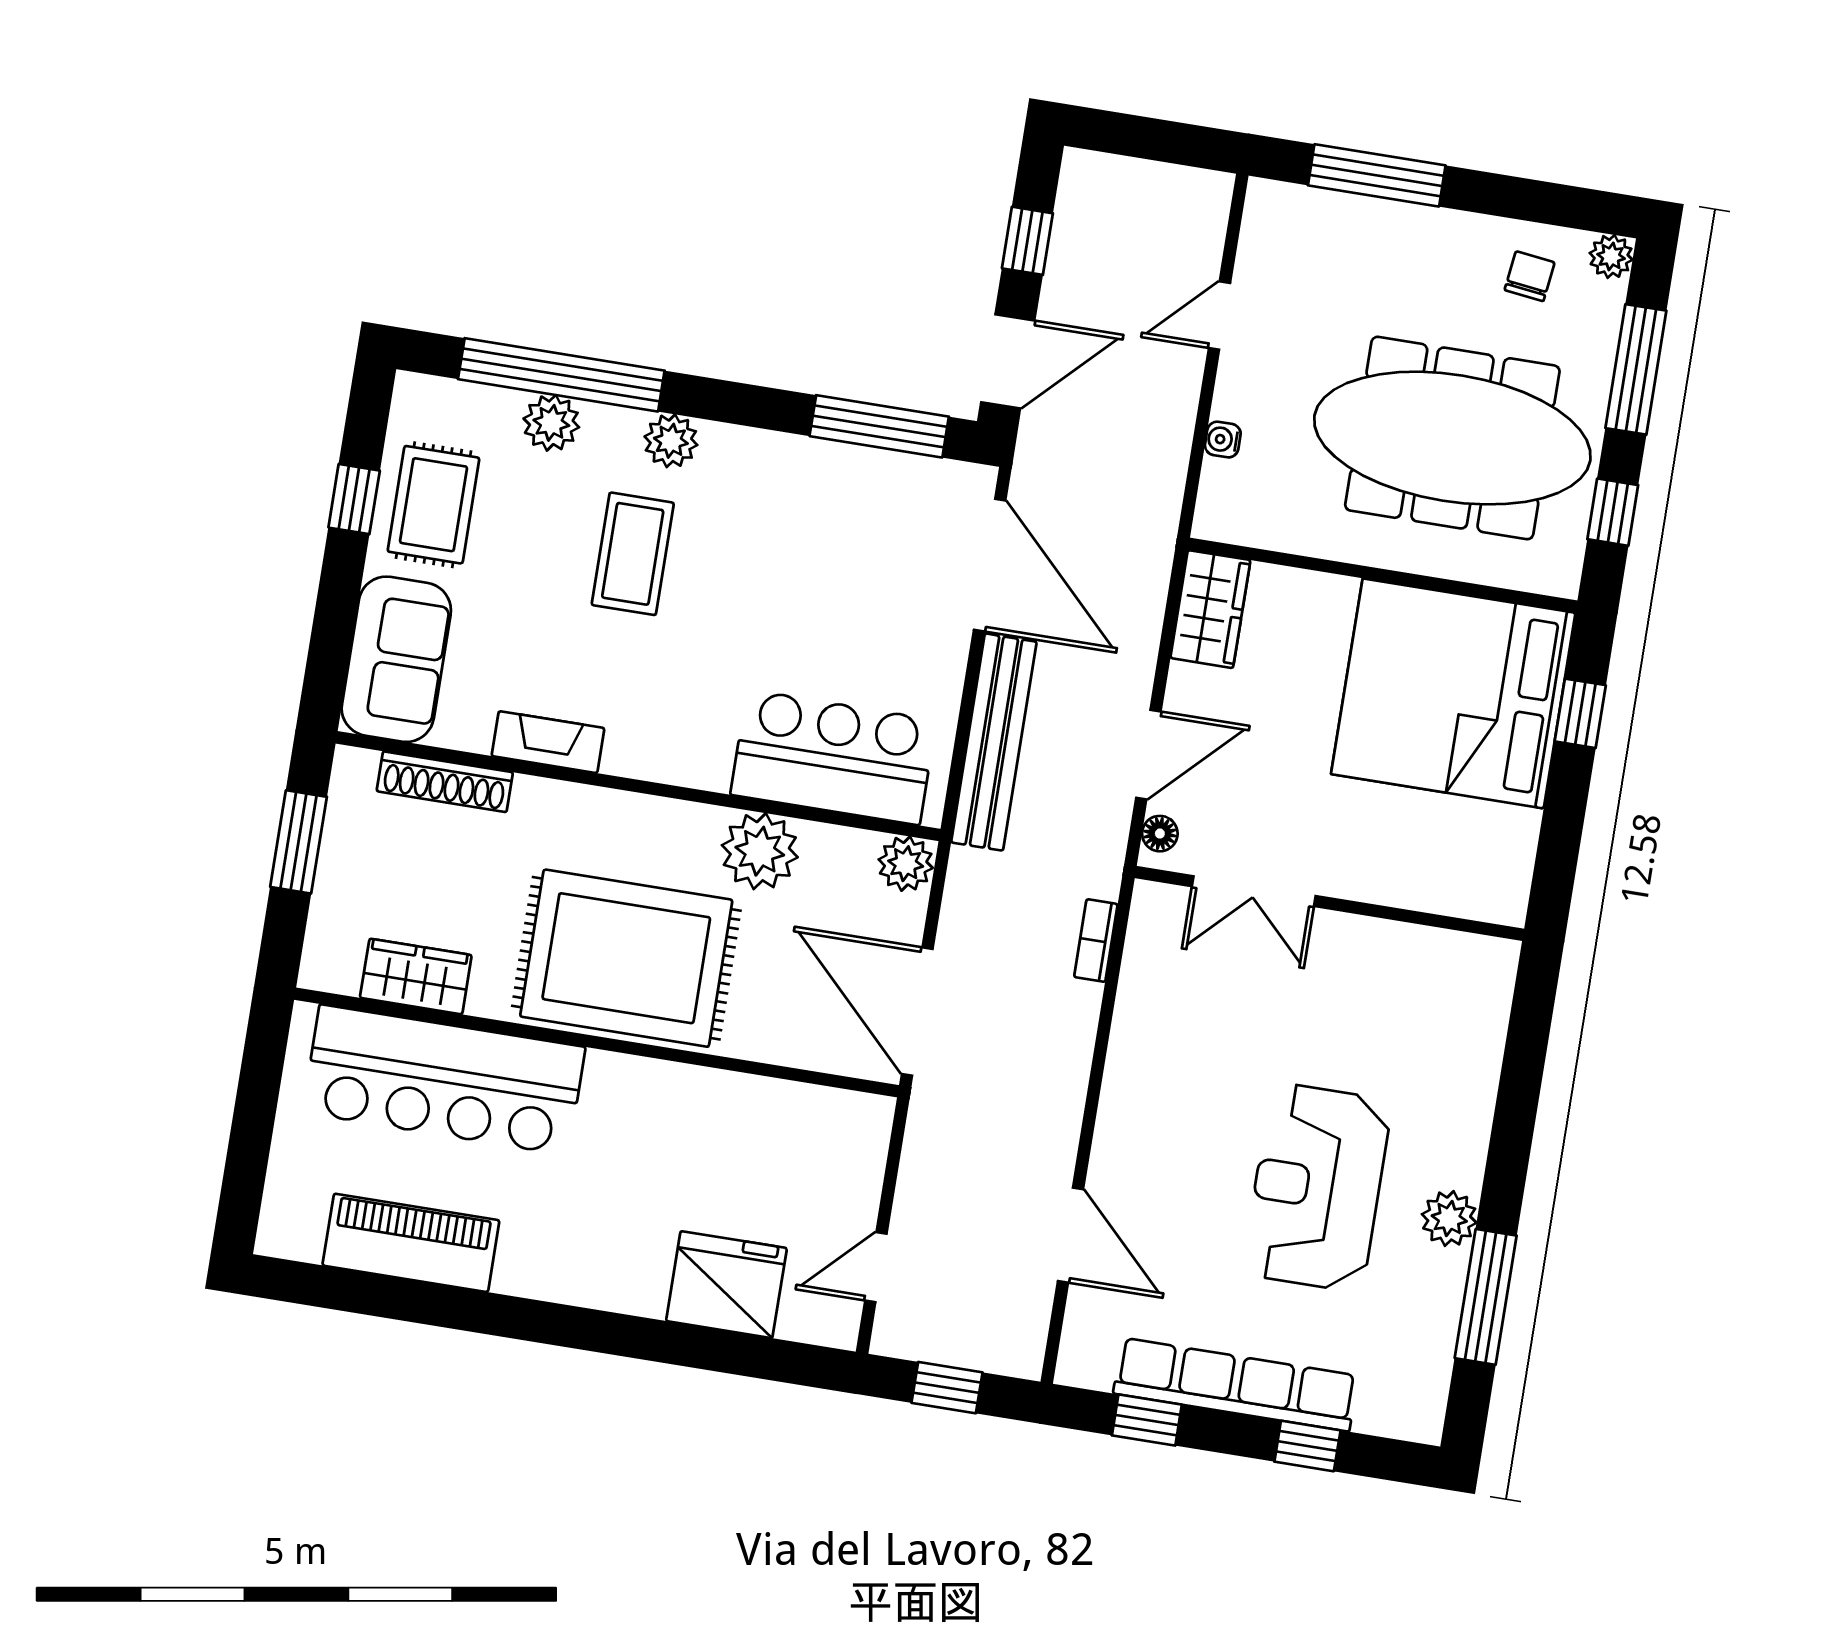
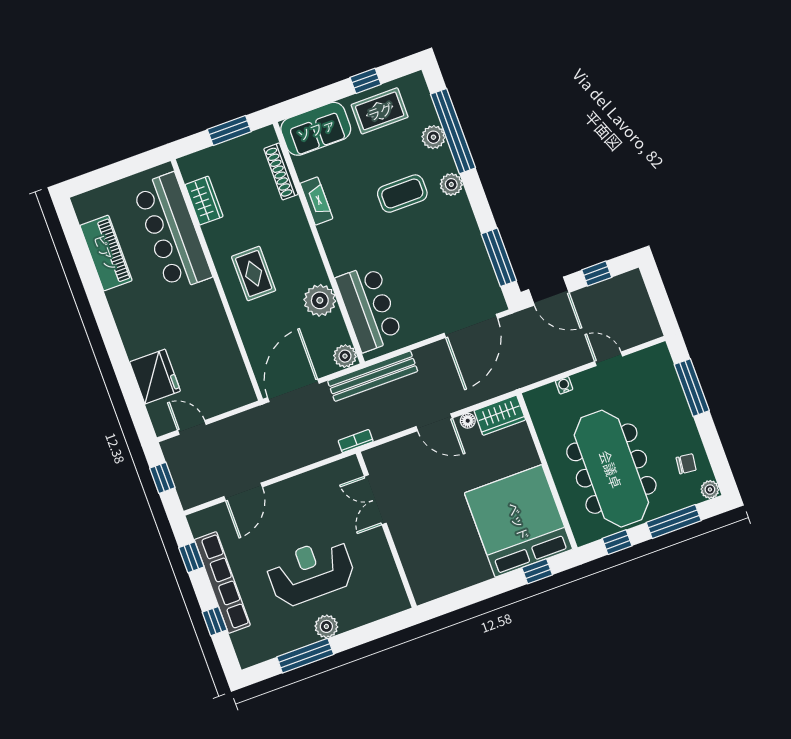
bench: (994, 742) -> (373, 376), moved
floor lamp: (1160, 834) -> (468, 421), moved
double door: (1254, 891) -> (375, 500), moved
wall: (1329, 903) -> (386, 530), moved
rug: (626, 958) -> (254, 274), width x0.54, depth x0.49

